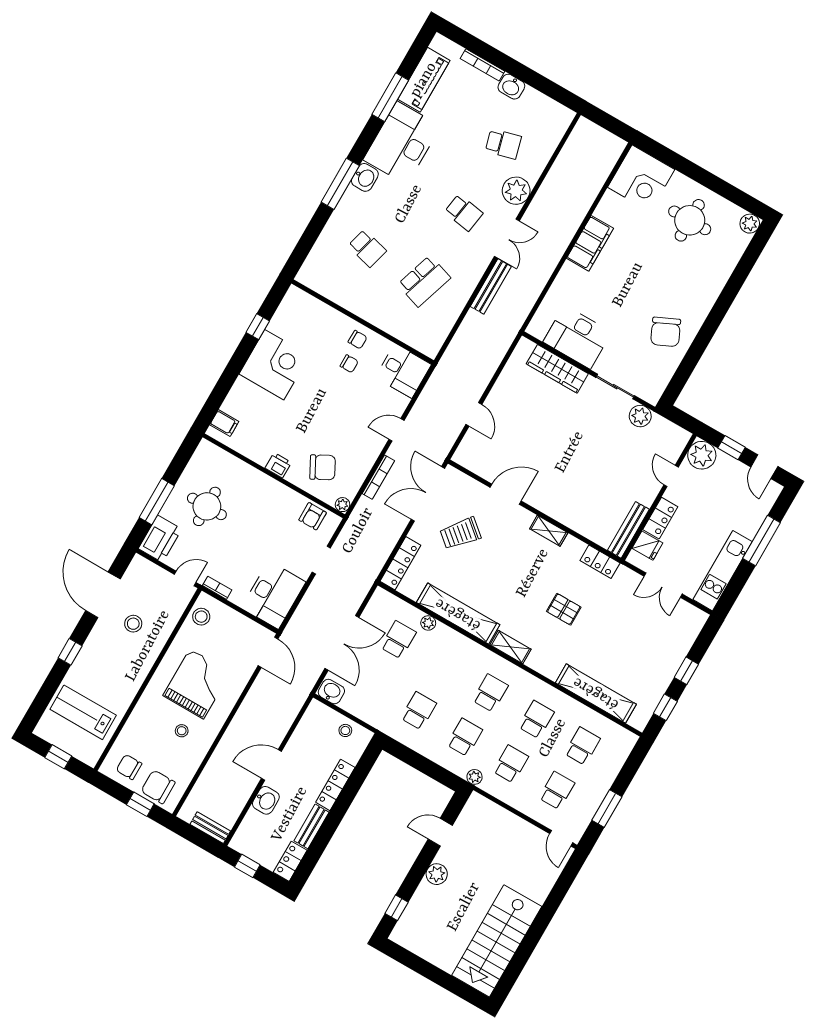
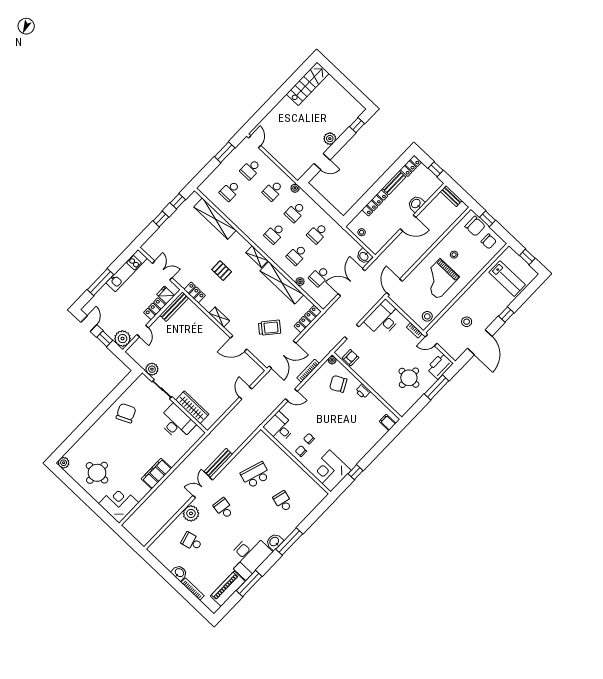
corner desk: (274, 365) -> (330, 471), moved
school desk: (536, 720) -> (297, 255), moved
stairs: (497, 941) -> (308, 84), width x0.73, depth x0.66

